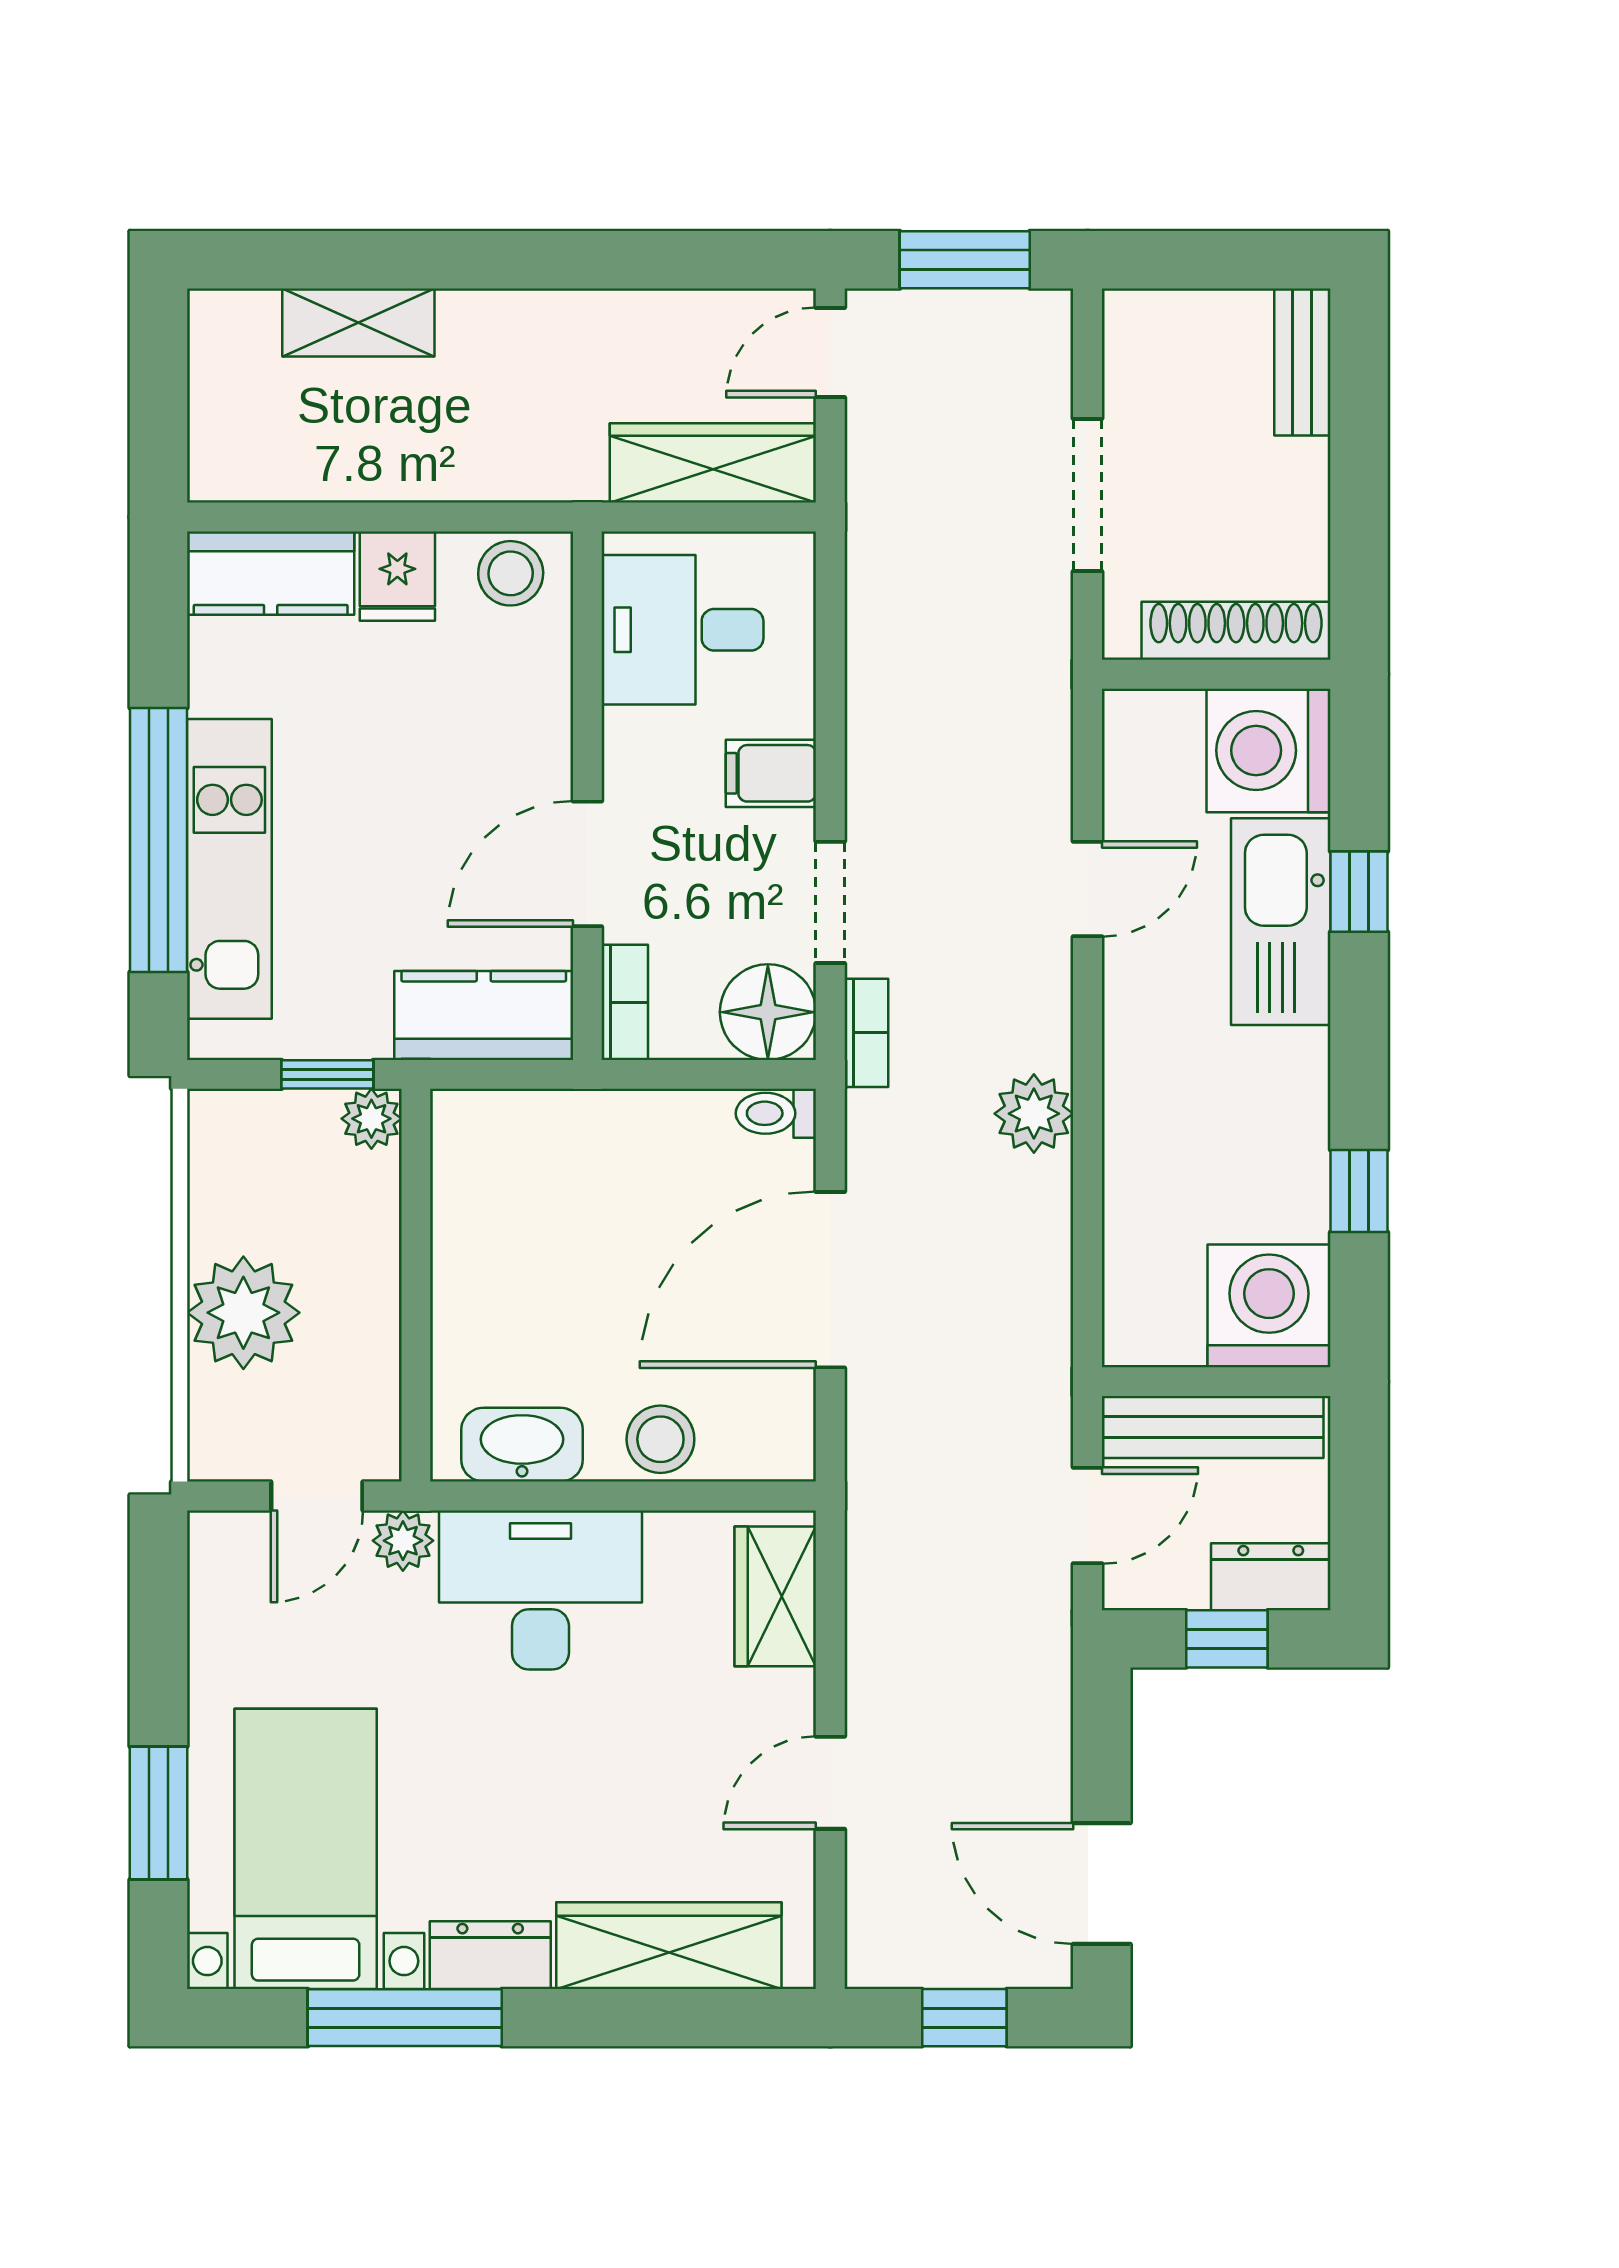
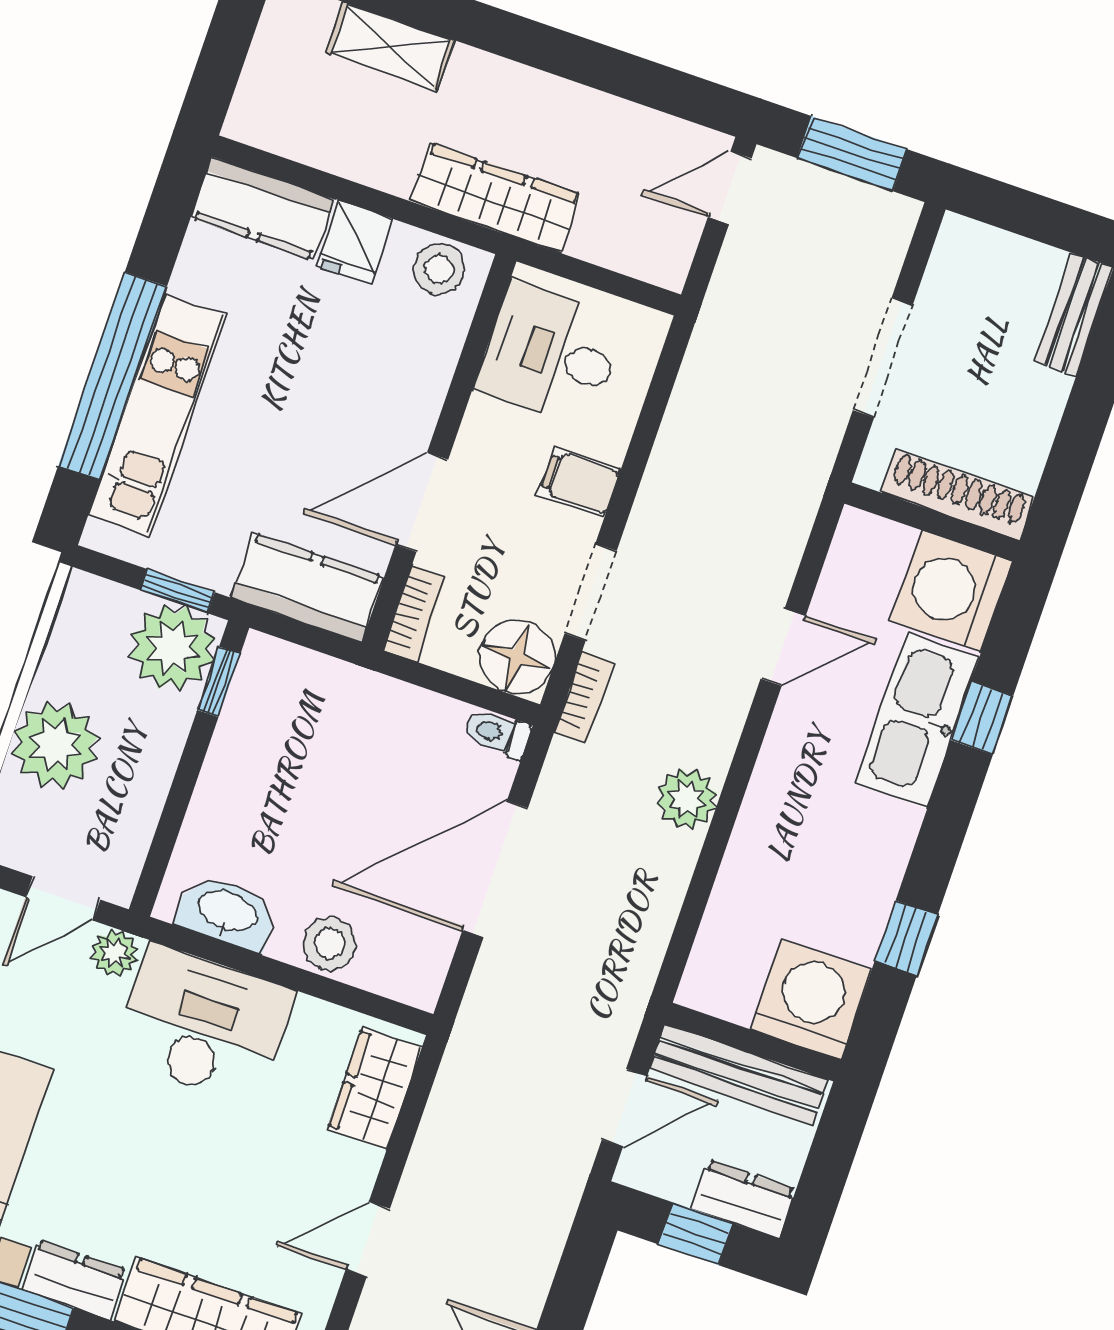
wardrobe: (713, 463) -> (495, 198), moved
plant: (371, 1119) -> (173, 648), width x1.88, depth x1.88
window: (416, 1167) -> (219, 682), added

